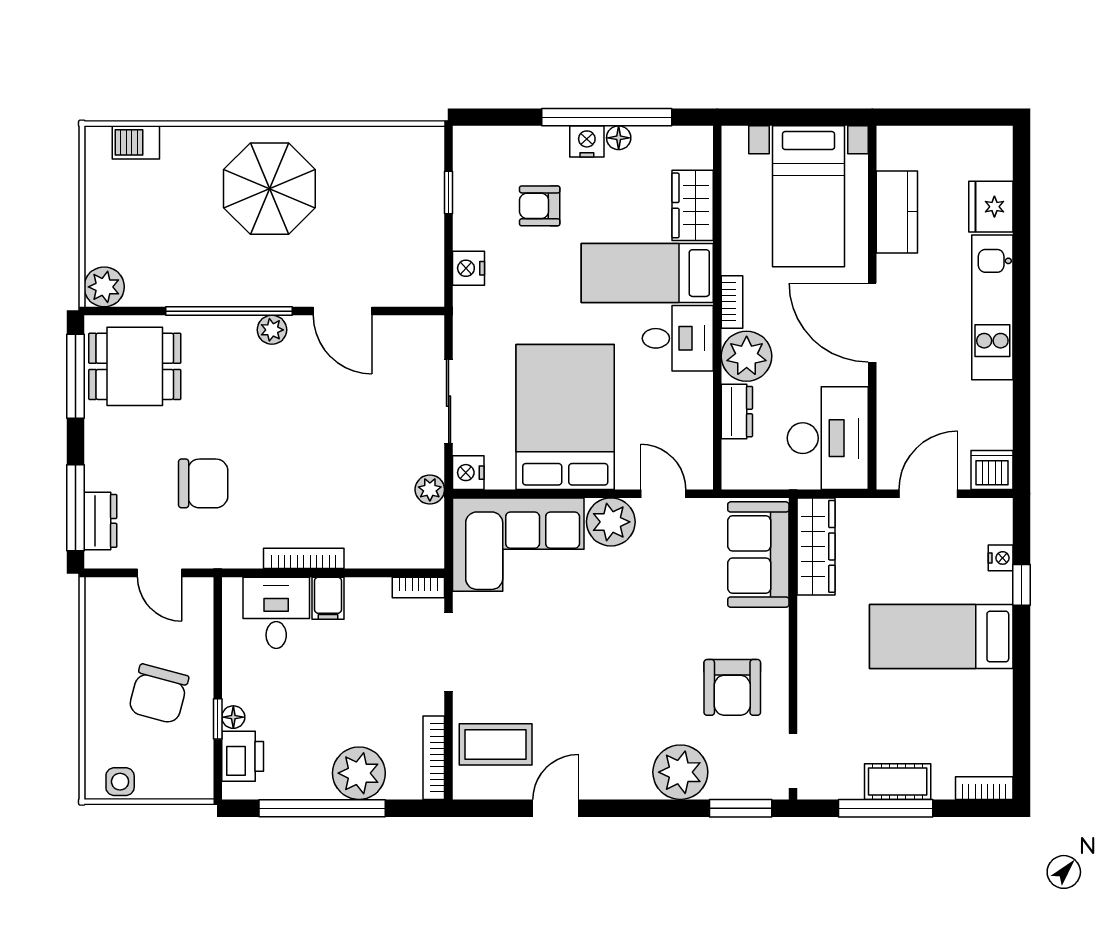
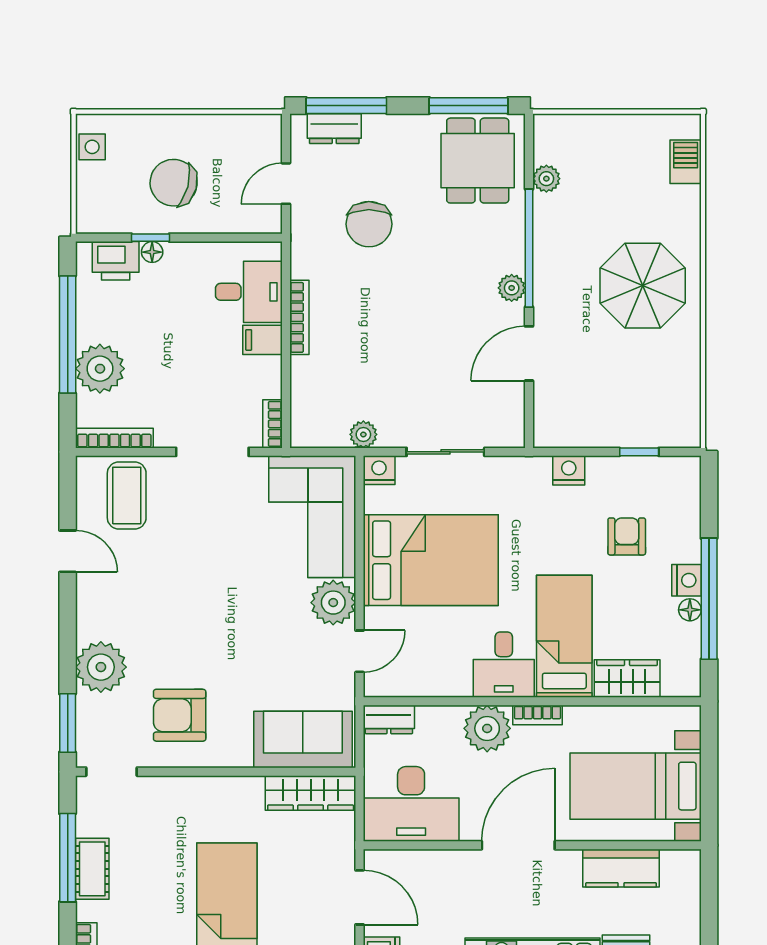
plant: (104, 287) -> (546, 179), moved, width x0.73, depth x0.73
dresser: (737, 412) -> (389, 720), moved

